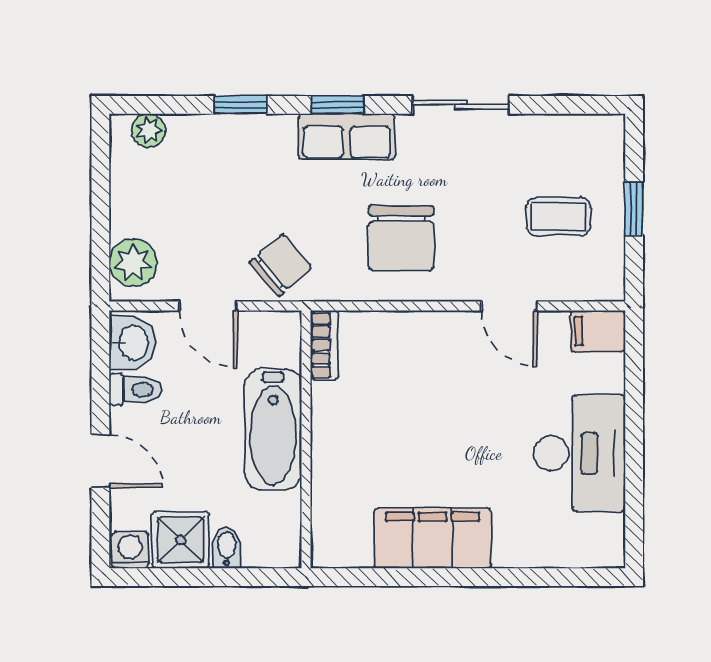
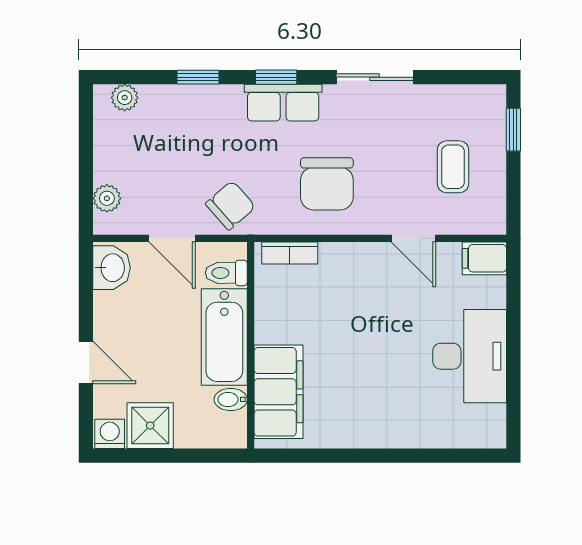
window: (634, 209) -> (513, 130), moved
coffee table: (559, 217) -> (453, 167), turned 90
plant: (133, 263) -> (107, 198), width x0.73, depth x0.73
bookcase: (324, 345) -> (290, 253), moved, turned 90
toilet: (135, 390) -> (226, 273), moved, turned 180
filing cabinet: (433, 538) -> (278, 392), moved, turned 90
bidet: (227, 548) -> (231, 399), moved, turned -90

